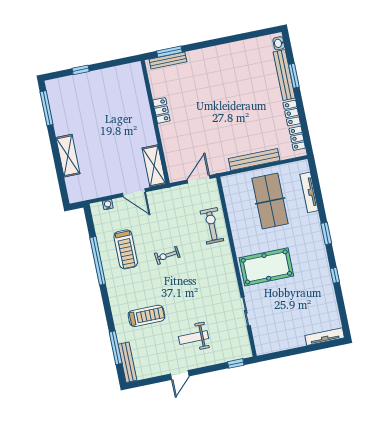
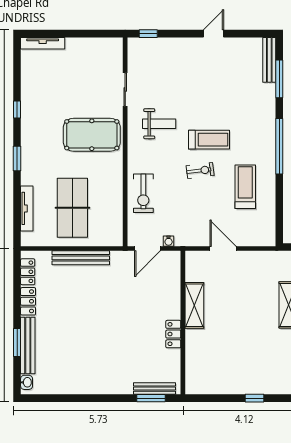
shelving: (154, 166) -> (194, 305), moved
water cooler: (108, 205) -> (169, 241), moved
window: (98, 261) -> (279, 146), moved
treadmill: (146, 316) -> (209, 140), moved, turned 180
weight bench: (193, 338) -> (159, 124), moved

